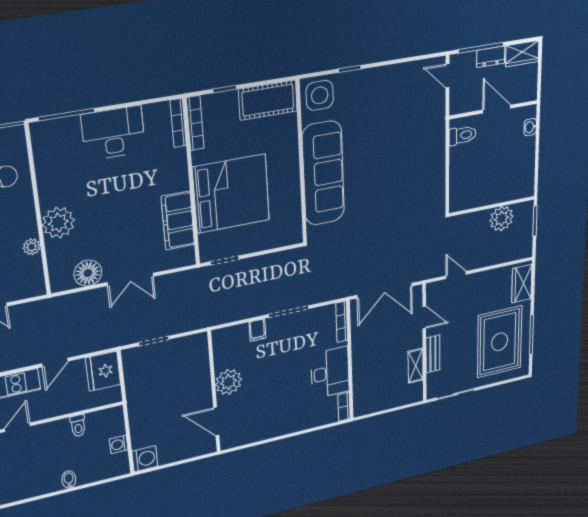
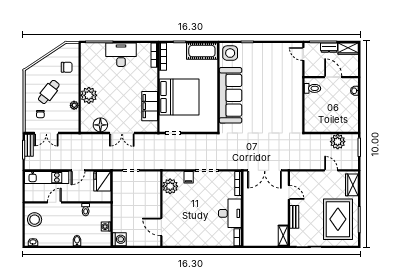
door: (456, 275) -> (331, 170), moved
shelving: (416, 366) -> (283, 236), moved
plant: (229, 382) -> (170, 186), moved

